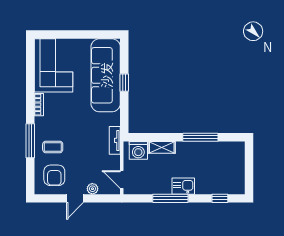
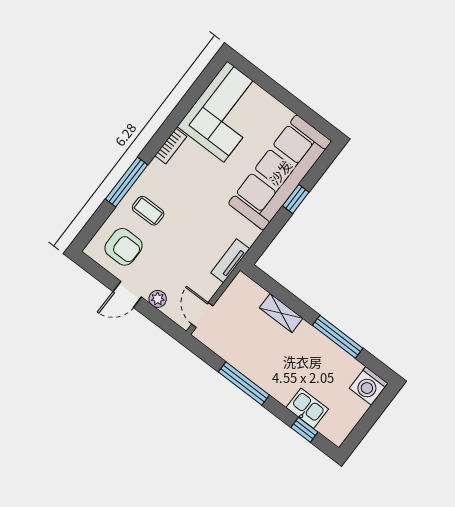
washing machine: (138, 150) -> (369, 386), moved
armchair: (54, 175) -> (124, 247), turned -90
kitchen sink: (183, 186) -> (307, 408), moved

